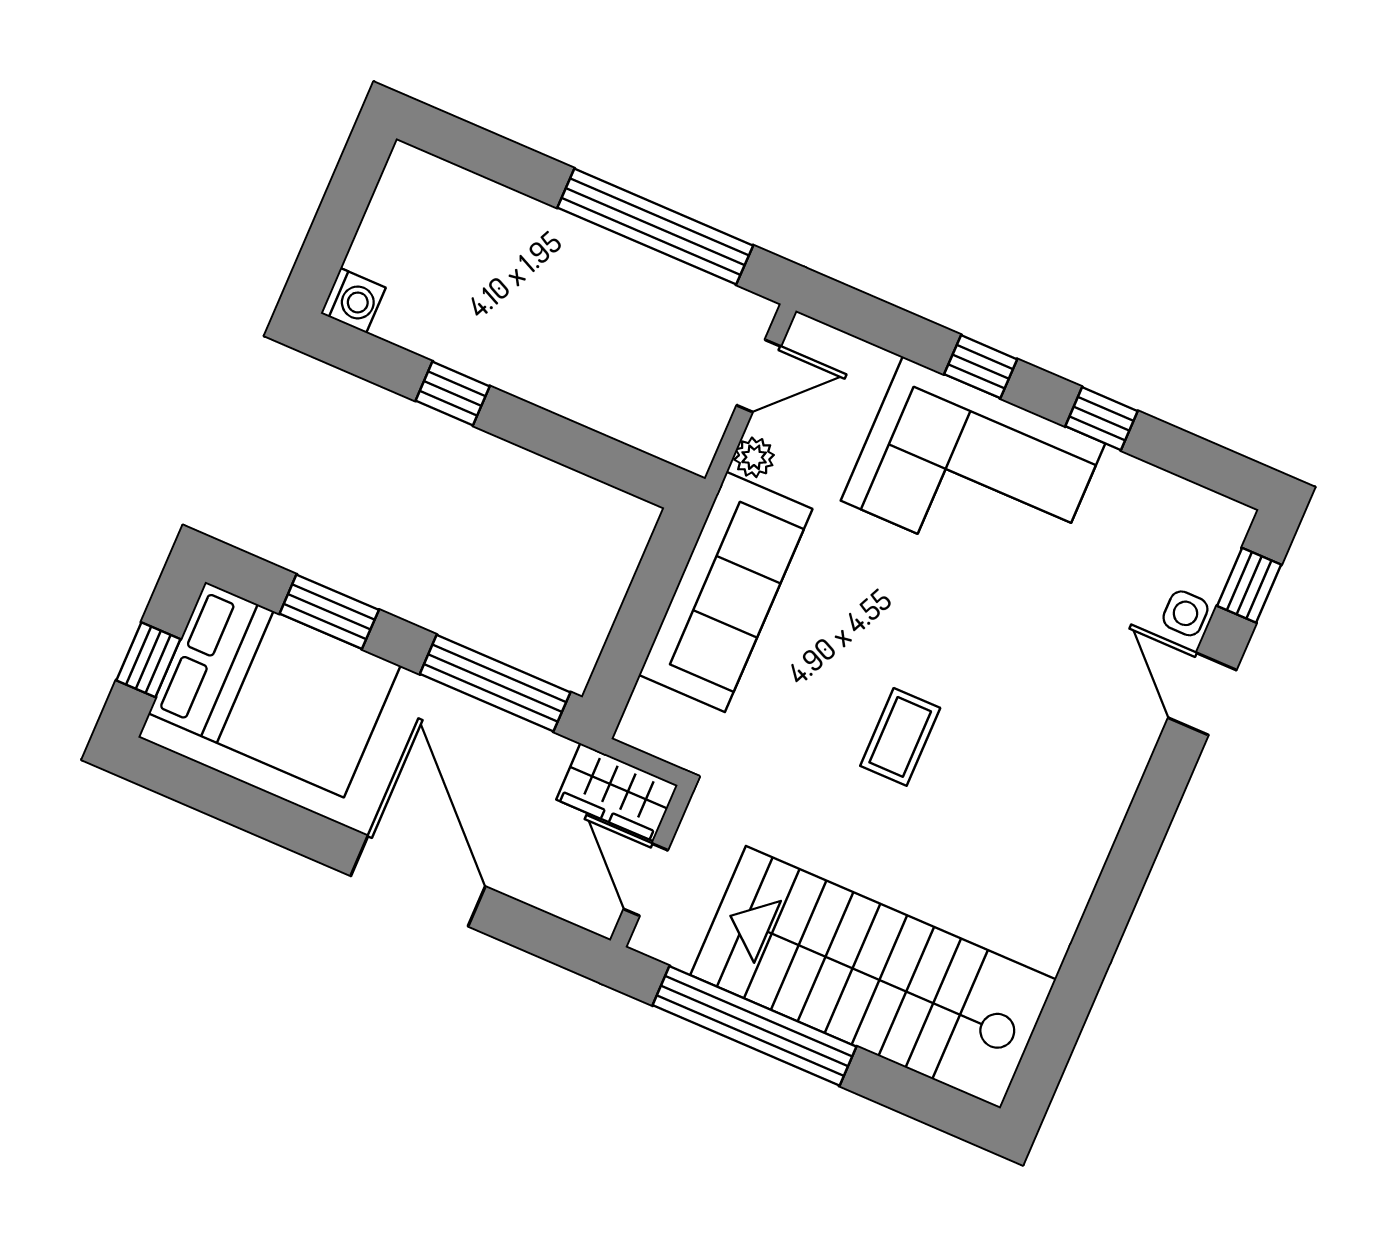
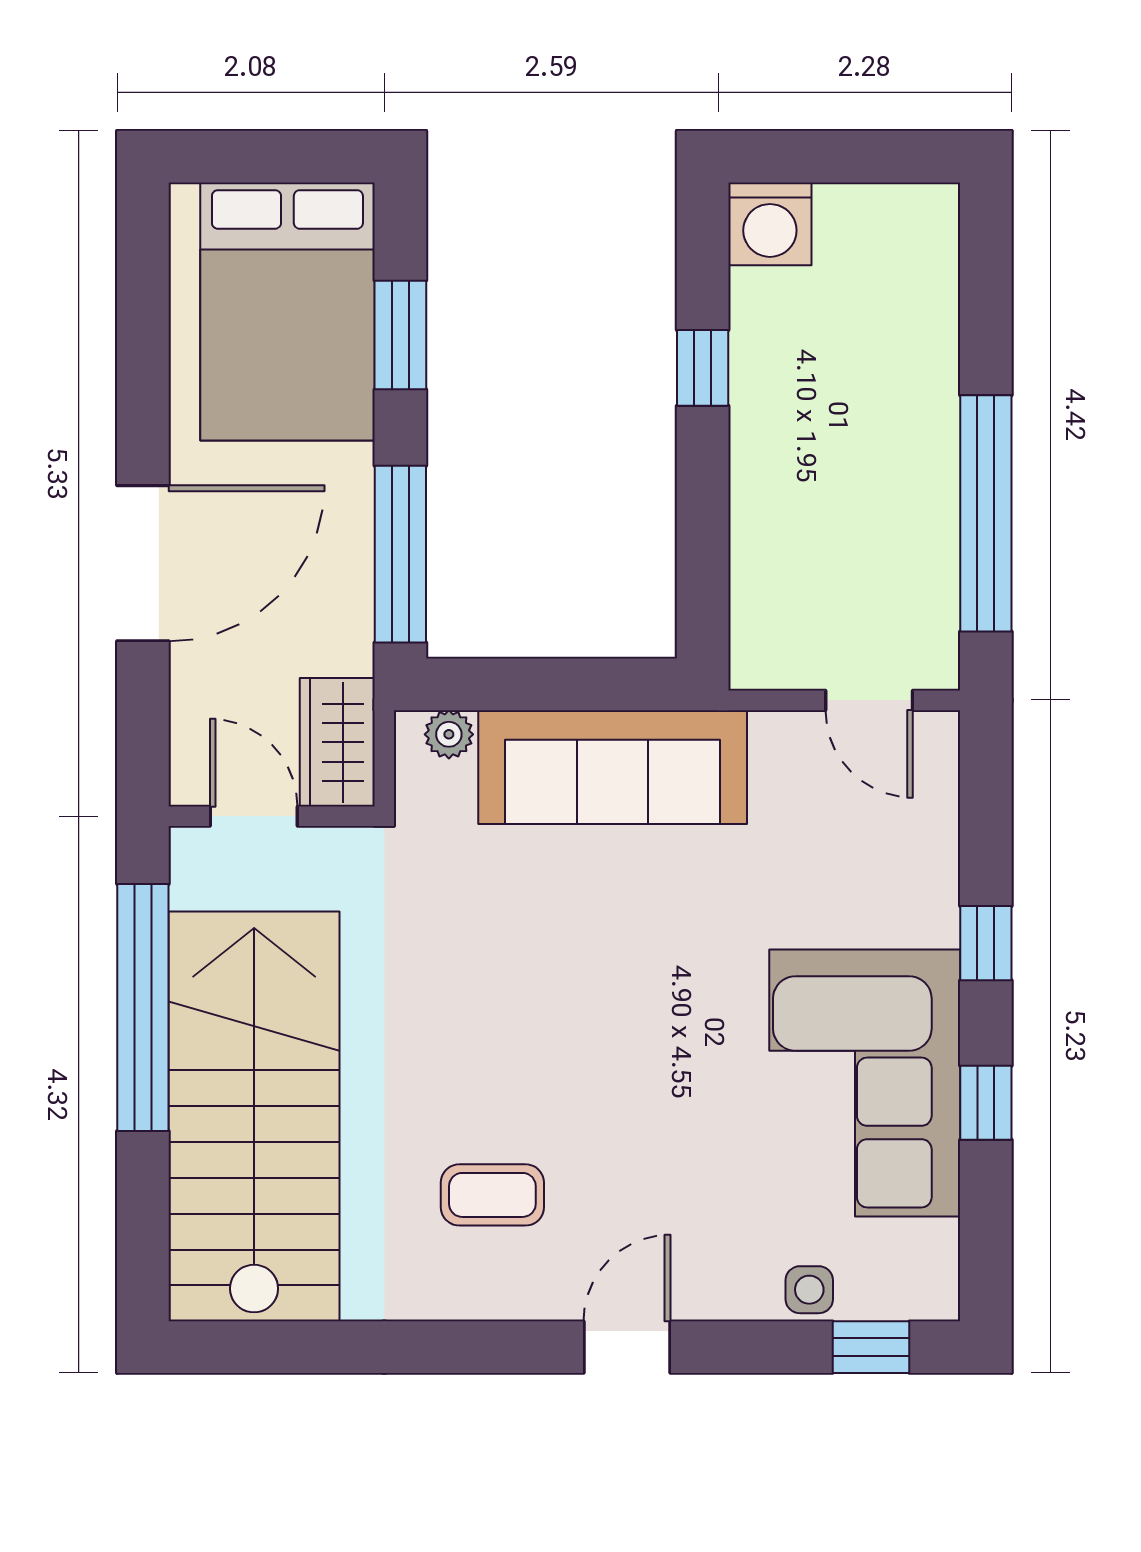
washing machine: (353, 300) -> (770, 224), width x1.38, depth x1.38
plant: (754, 457) -> (449, 734), moved
corner sofa: (973, 472) -> (865, 1083), moved
window: (148, 660) -> (260, 157), removed
door: (1202, 694) -> (627, 1347), moved
coffee table: (900, 737) -> (492, 1195), moved
door: (646, 880) -> (254, 816), hinge flipped

